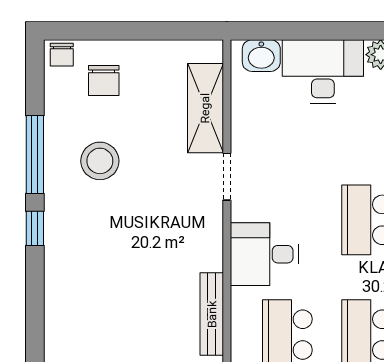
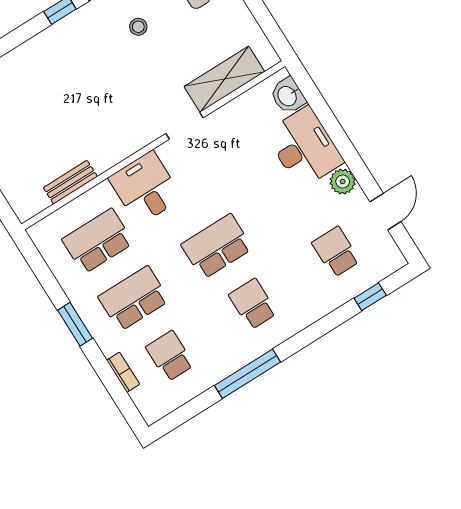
stool: (100, 161) -> (138, 27), width x0.53, depth x0.53
bench: (212, 314) -> (70, 182), width x0.73

